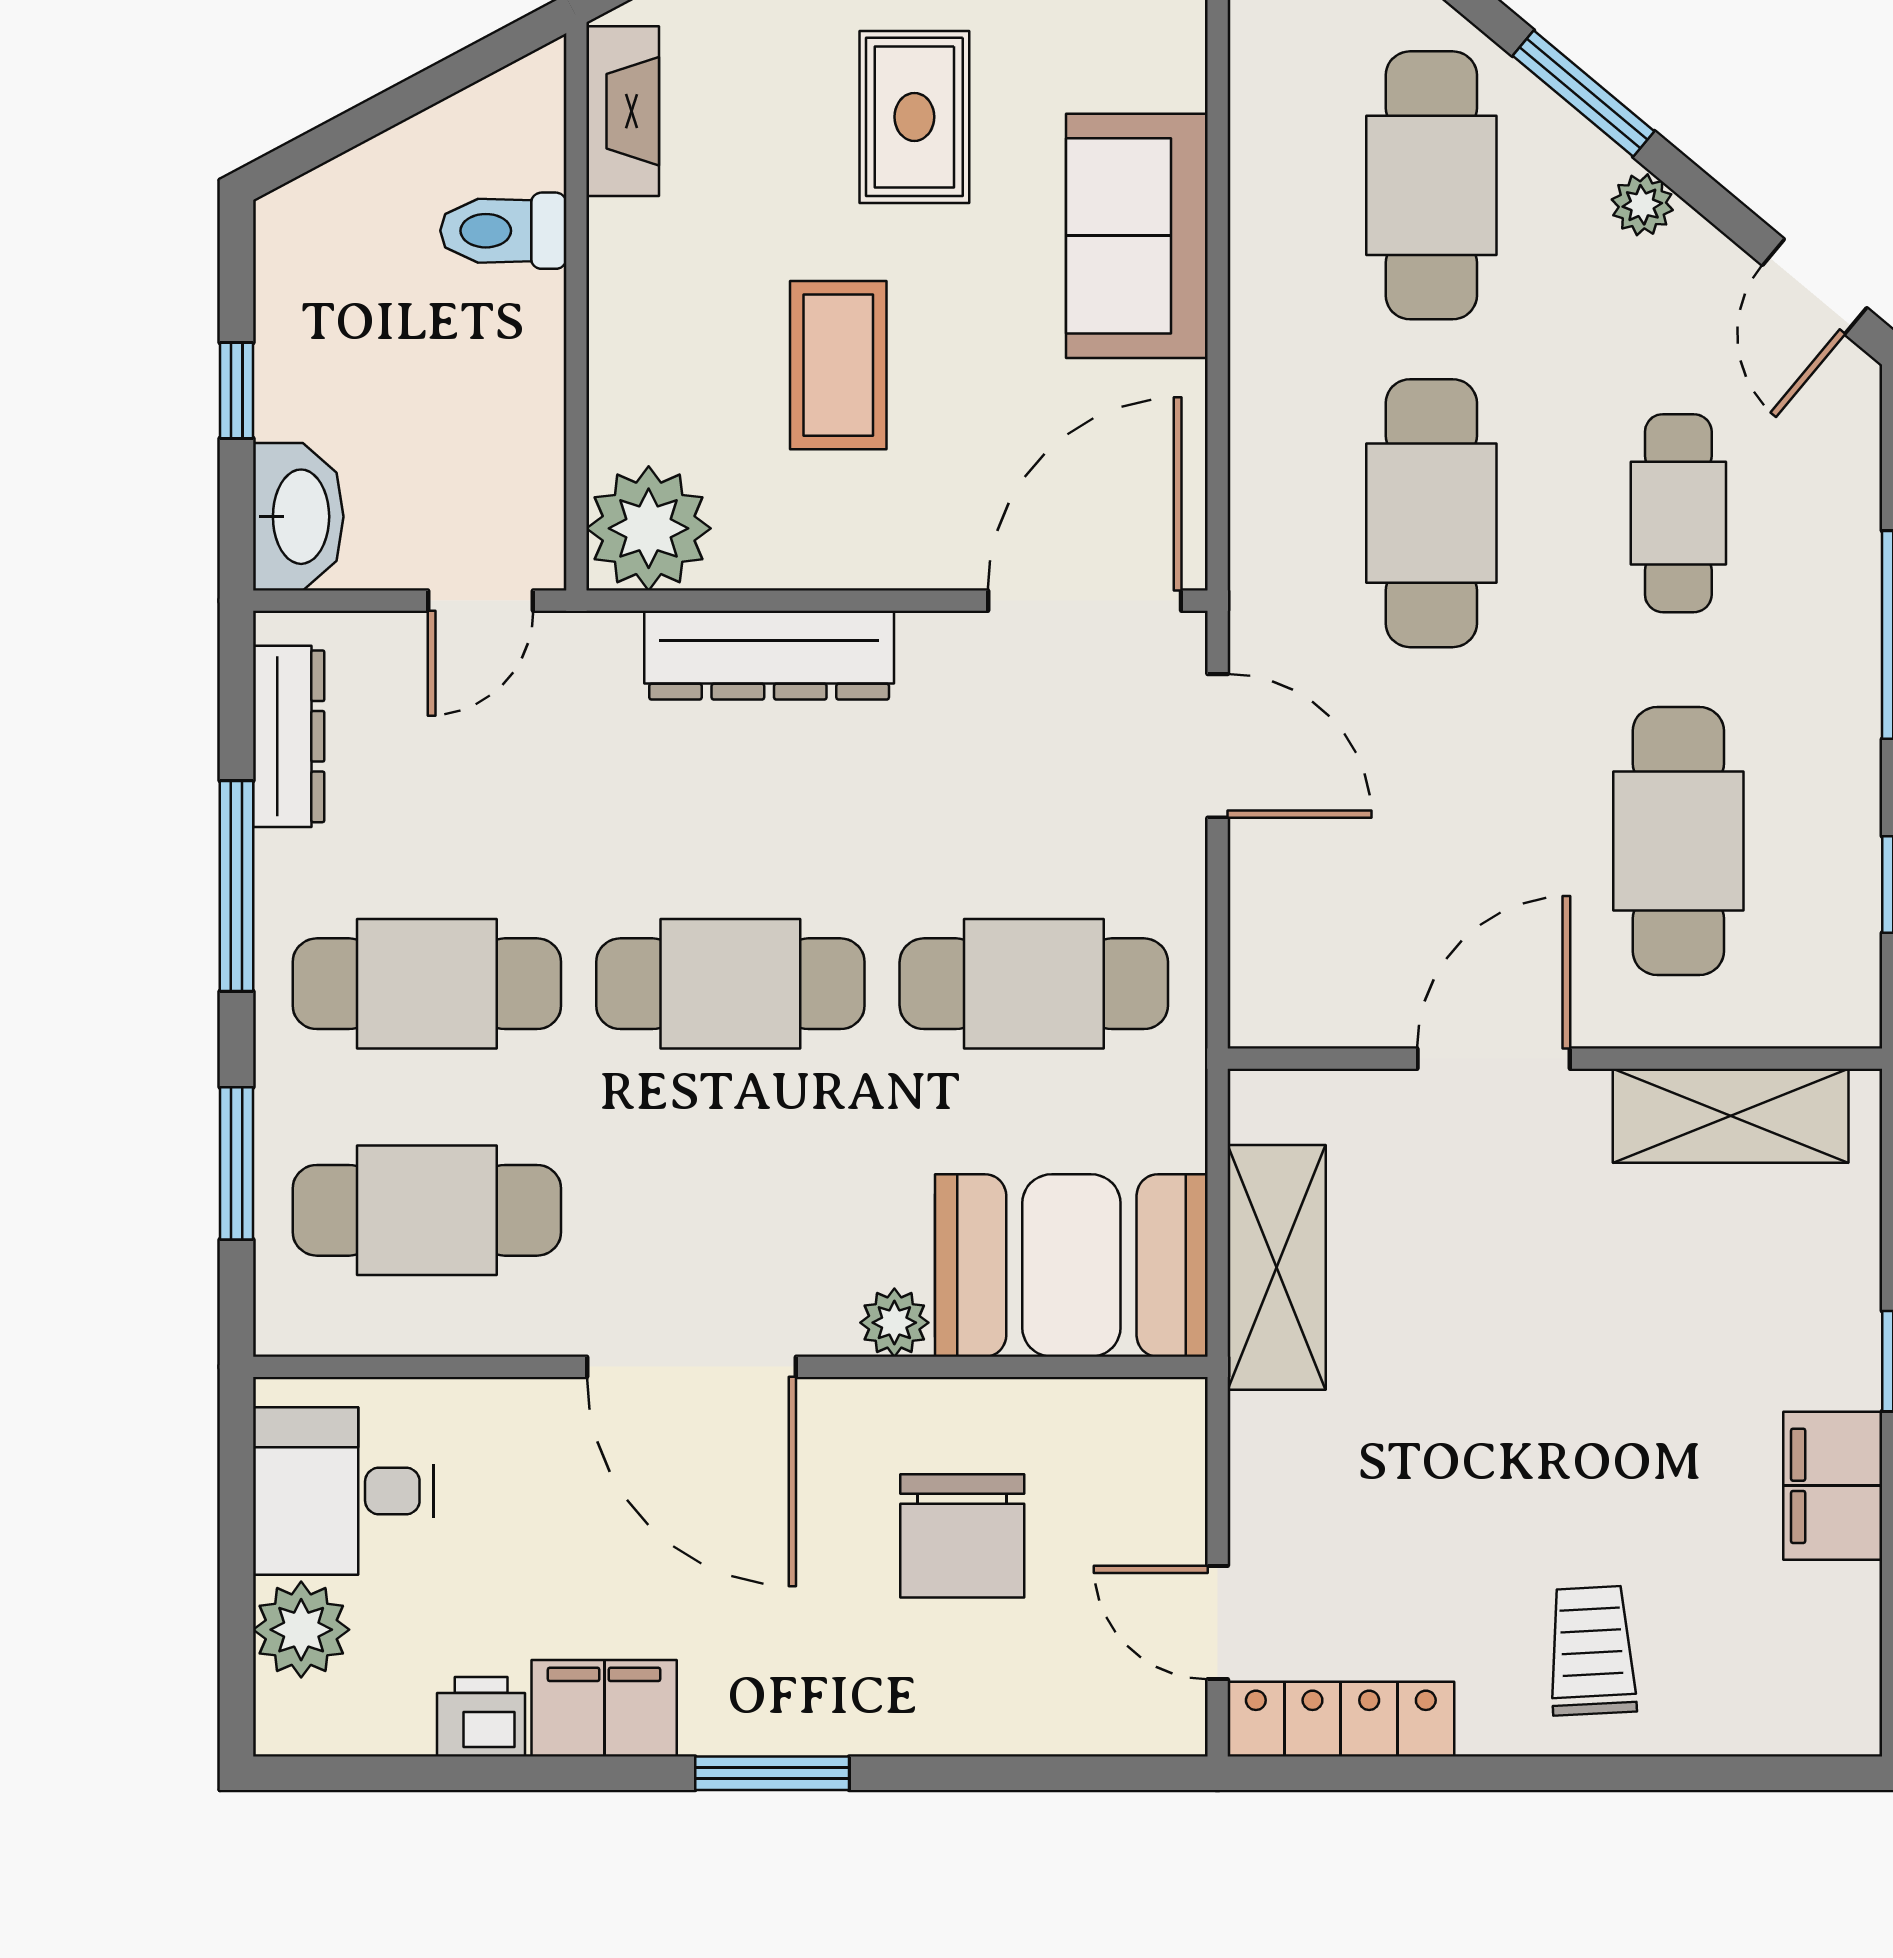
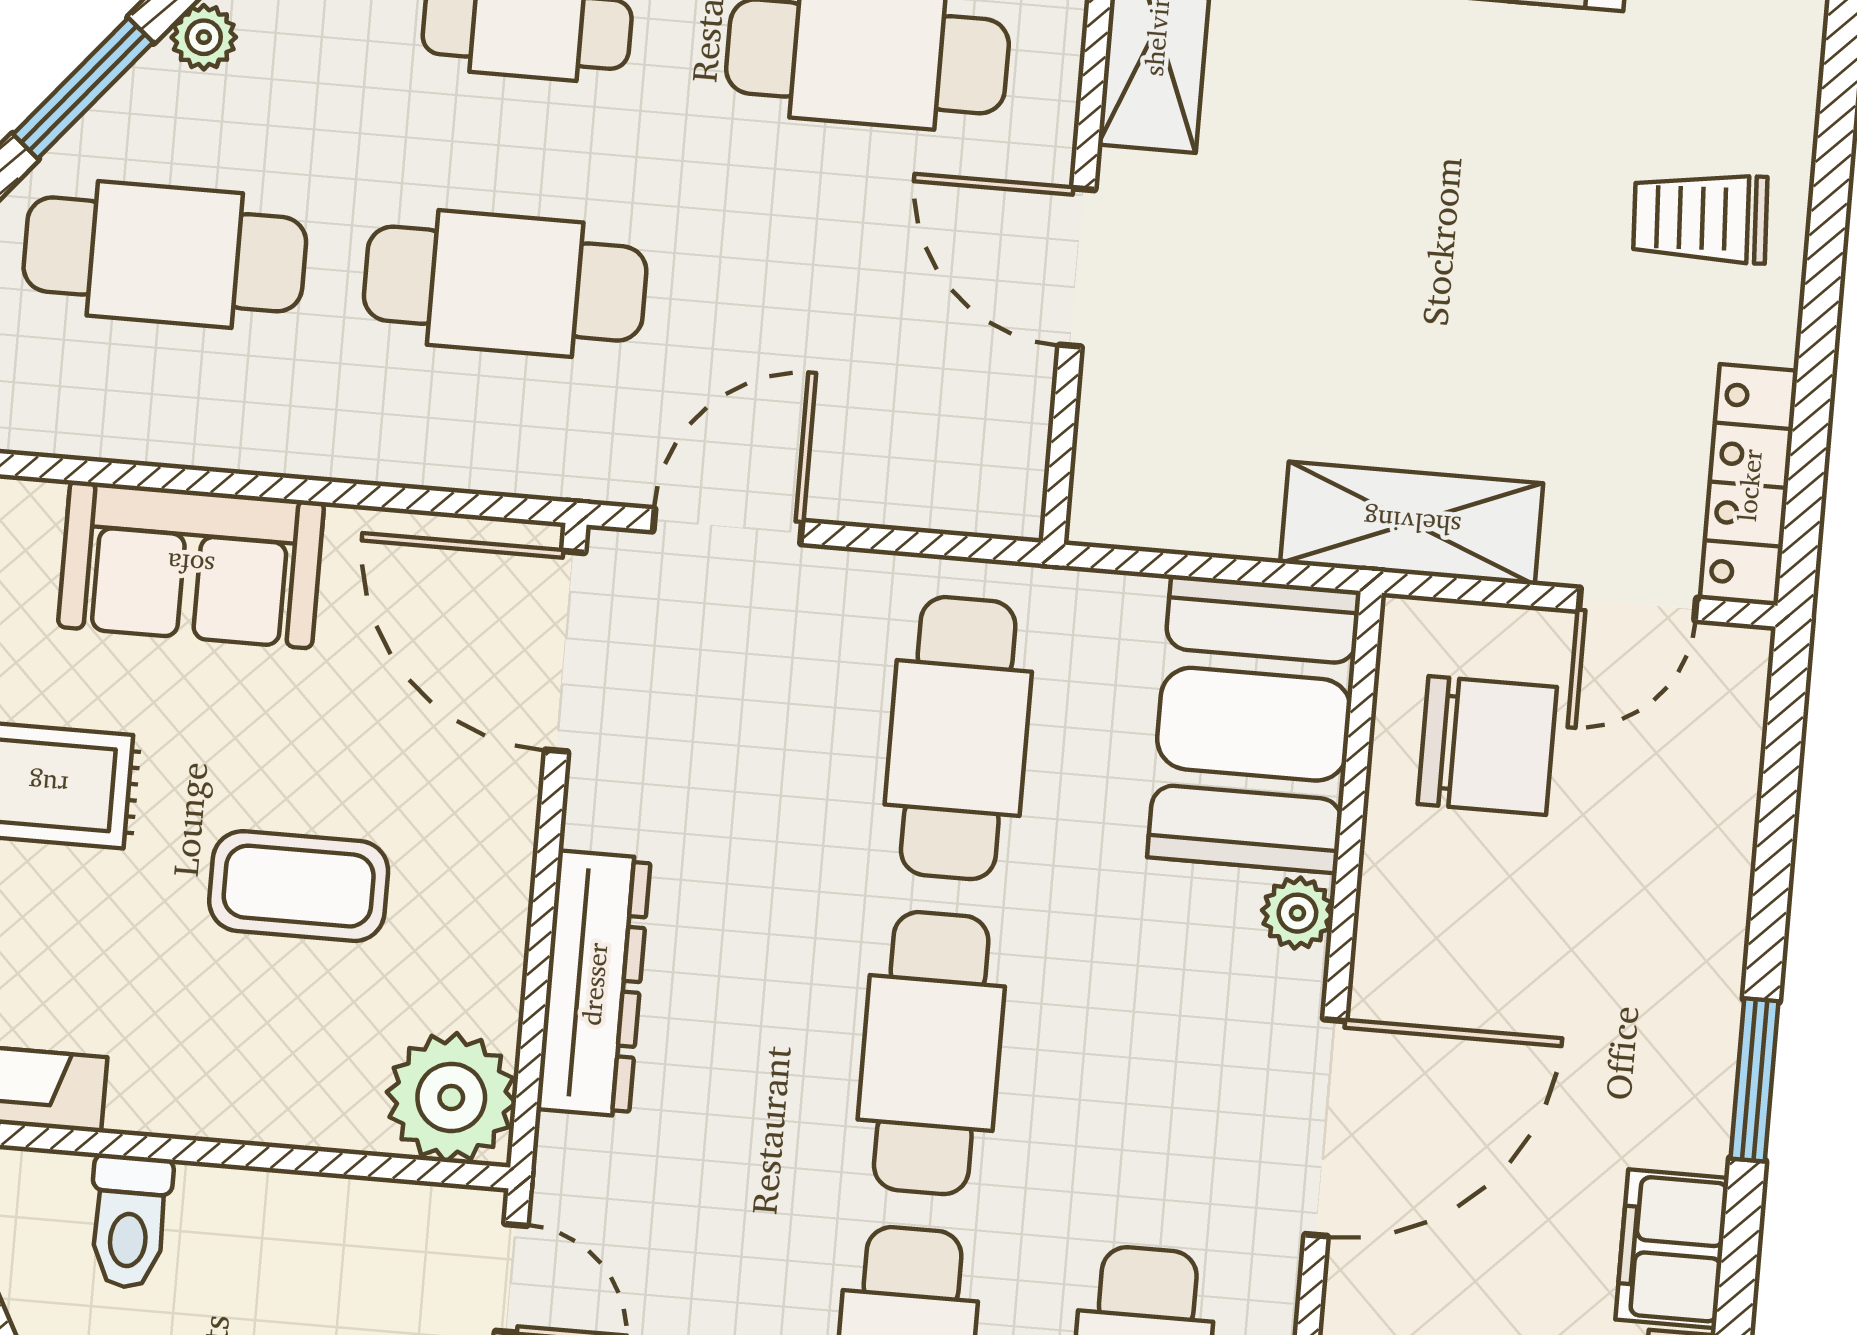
shelving: (1277, 1267) -> (1412, 523), moved
chair: (962, 1536) -> (1487, 746), moved

